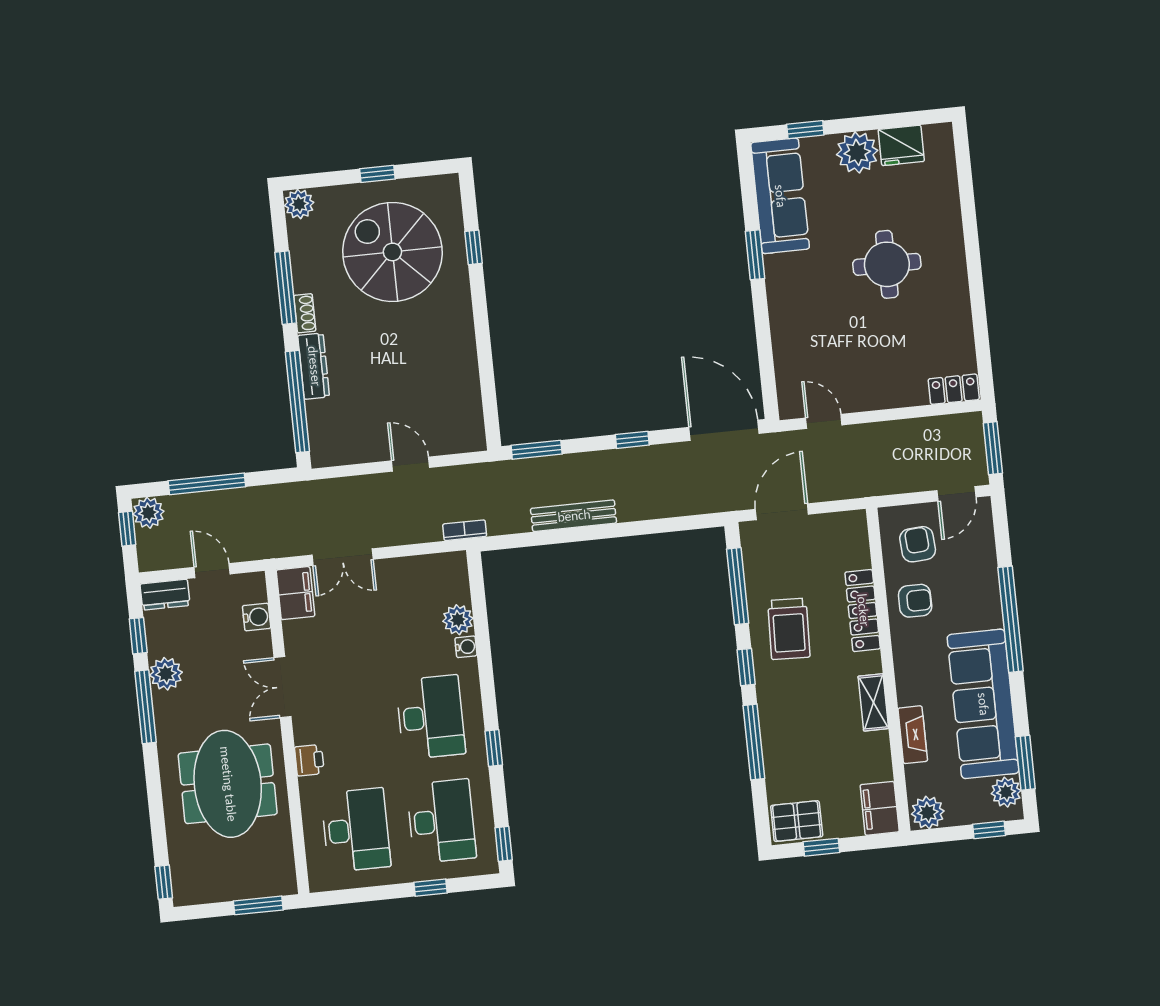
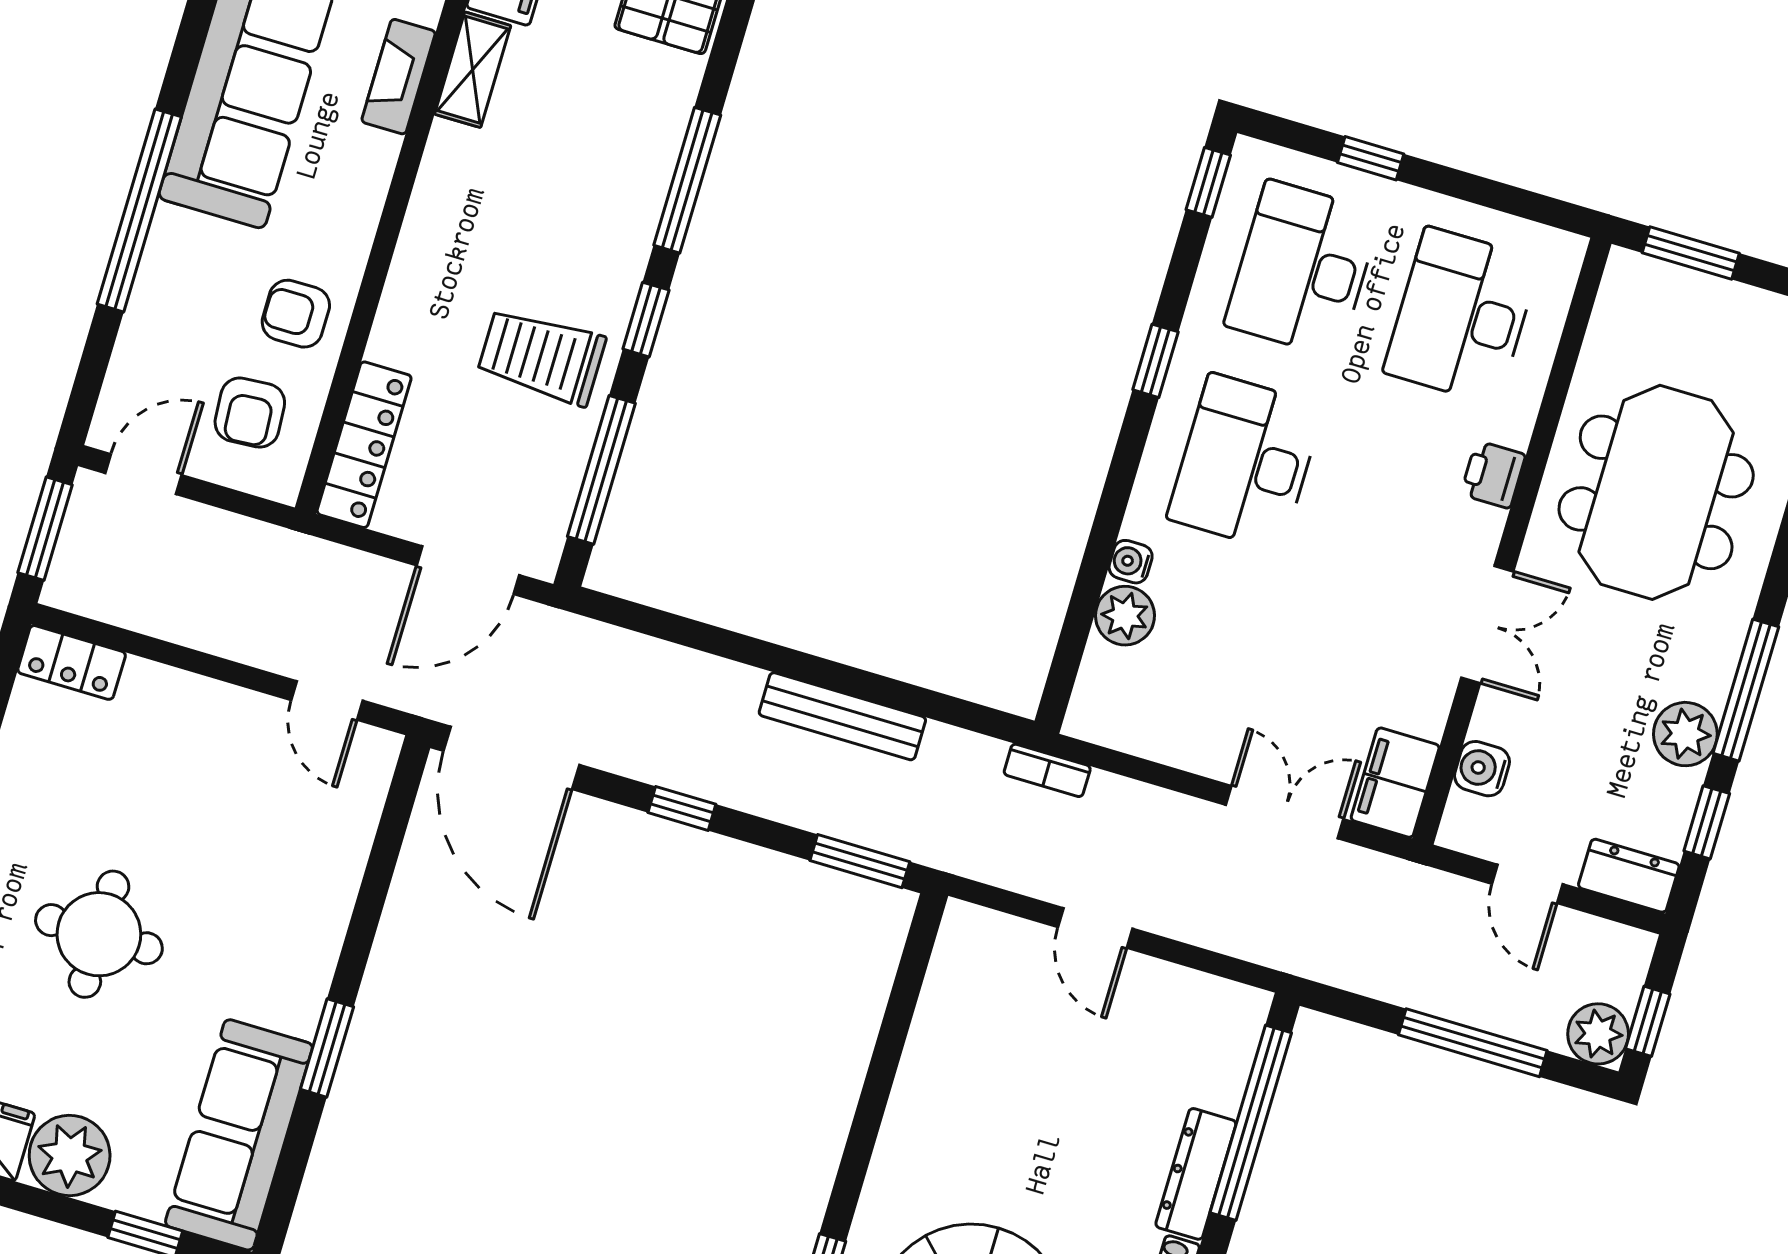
locker: (863, 610) -> (364, 445), moved
trolley: (789, 629) -> (542, 356), turned -92
shelving: (873, 702) -> (473, 70), moved

